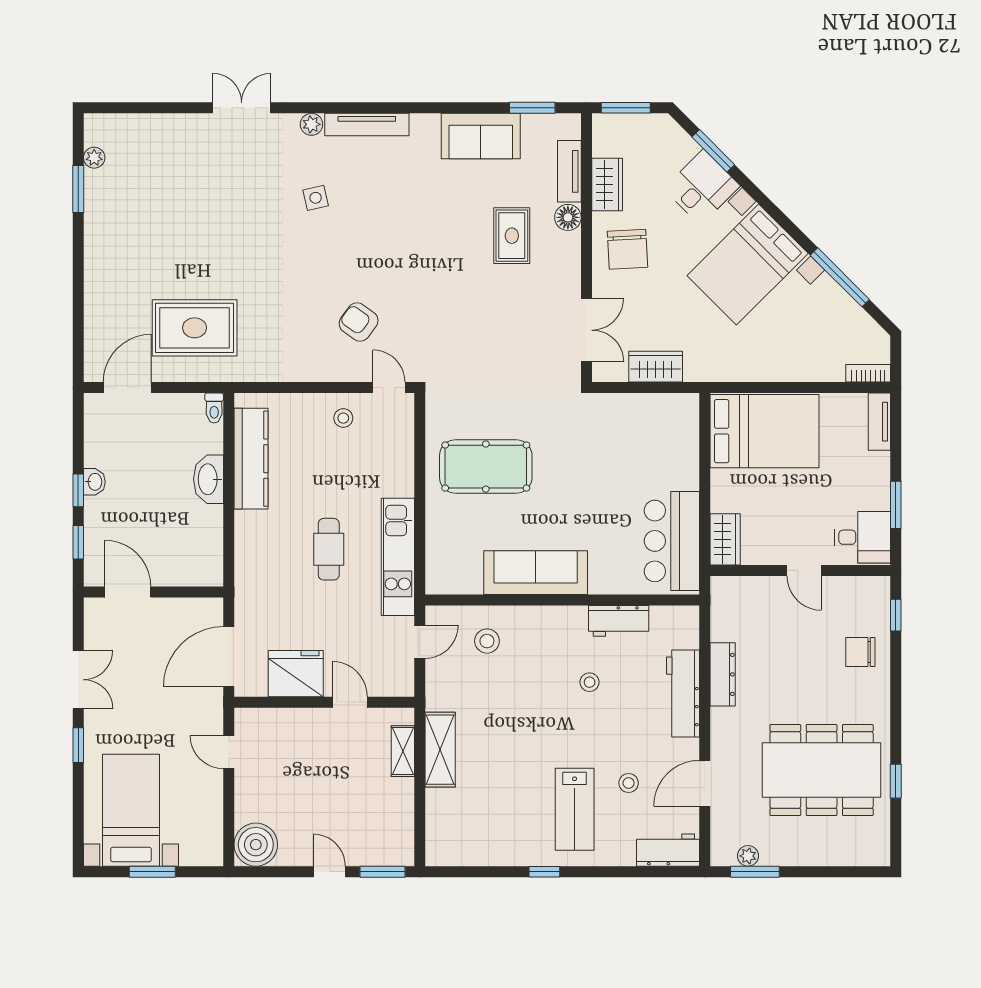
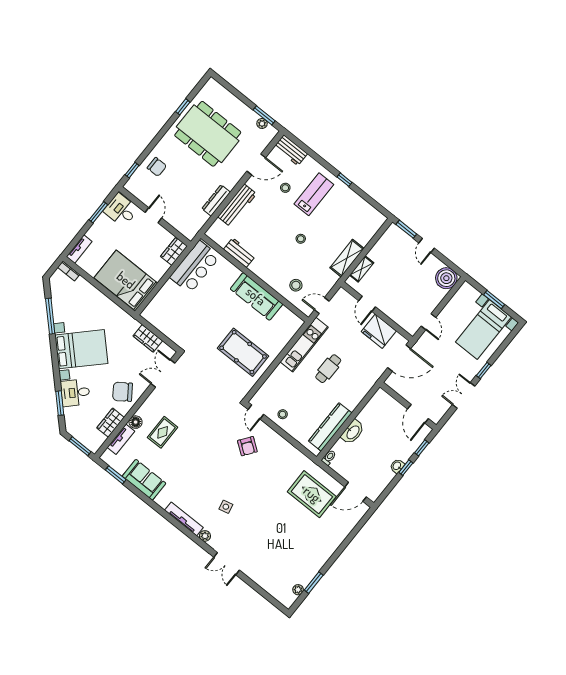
chair: (627, 249) -> (123, 392), turned -122
stool: (590, 682) -> (301, 239), moved

